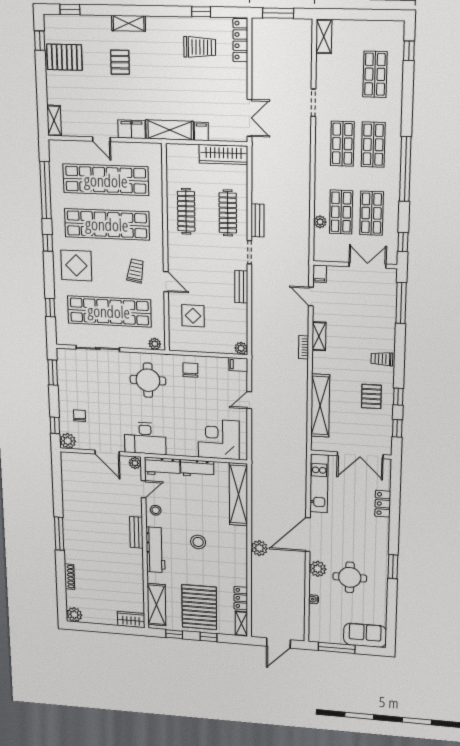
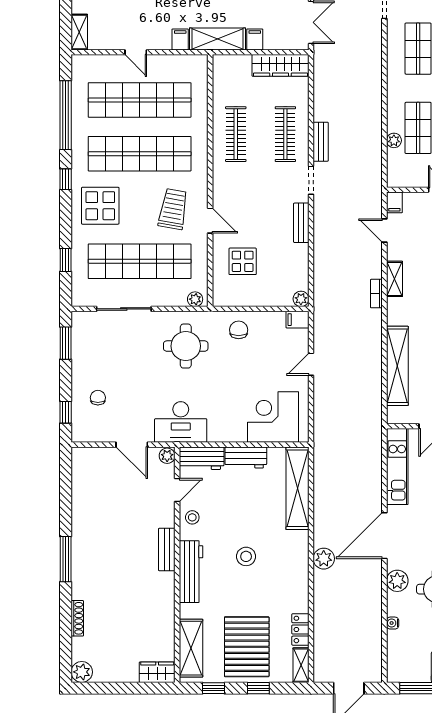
filing cabinet: (132, 129) -> (180, 39), width x0.50
trolley: (136, 271) -> (173, 209), width x1.36, depth x1.39
plant: (68, 441) -> (82, 432), removed

